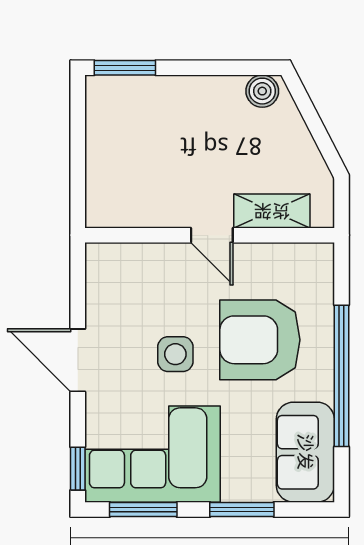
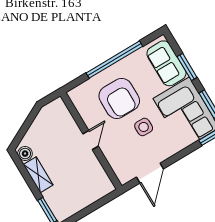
shelving: (272, 211) -> (38, 175), moved
door: (78, 360) -> (150, 173), moved
sofa: (305, 452) -> (166, 63), moved, turned 90

